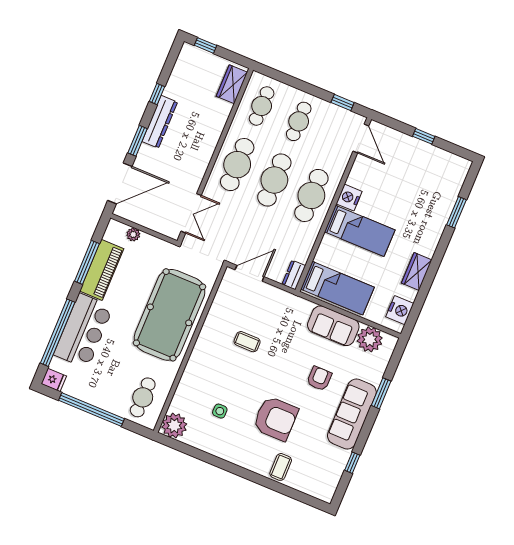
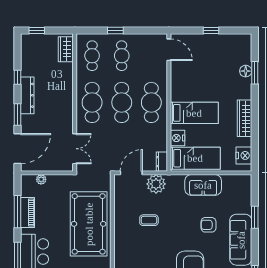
window: (343, 102) -> (115, 30), moved
nightstand: (349, 198) -> (178, 138), moved
floor lamp: (446, 205) -> (246, 71), added
piano: (102, 270) -> (27, 212), width x0.73, depth x0.75
wardrobe: (417, 272) -> (245, 118), width x1.50
plant: (370, 339) -> (156, 184), moved
armchair: (319, 379) -> (208, 225), turned -90

